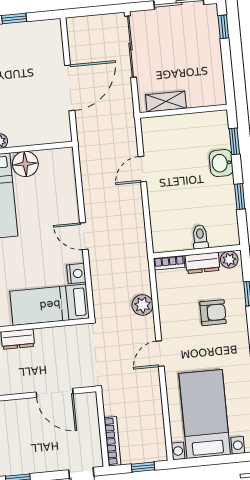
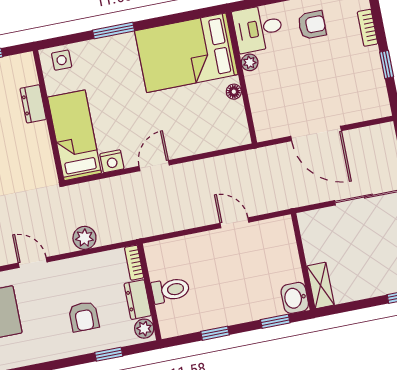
shelving: (166, 102) -> (320, 285), moved
washbasin: (221, 163) -> (295, 298), moved, turned -90
floor lamp: (25, 164) -> (234, 92), width x0.53, depth x0.53
toilet: (200, 237) -> (170, 290), width x1.37, depth x1.39

